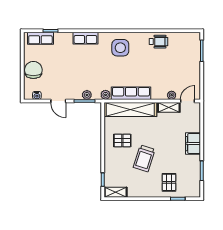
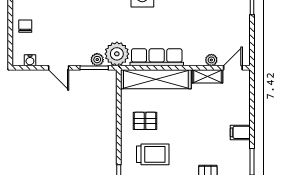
chair: (33, 70) -> (25, 26), width x0.54, depth x0.54
plant: (106, 95) -> (117, 54), width x1.88, depth x1.88
filing cabinet: (193, 144) -> (240, 132), width x0.50
trolley: (144, 158) -> (153, 154), moved, turned -108

